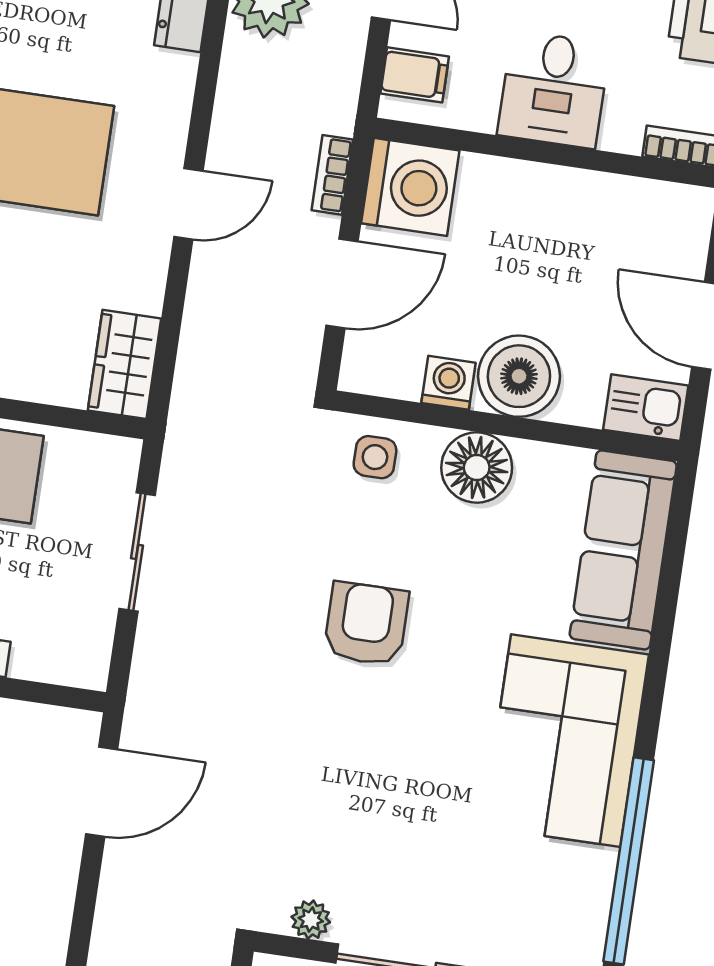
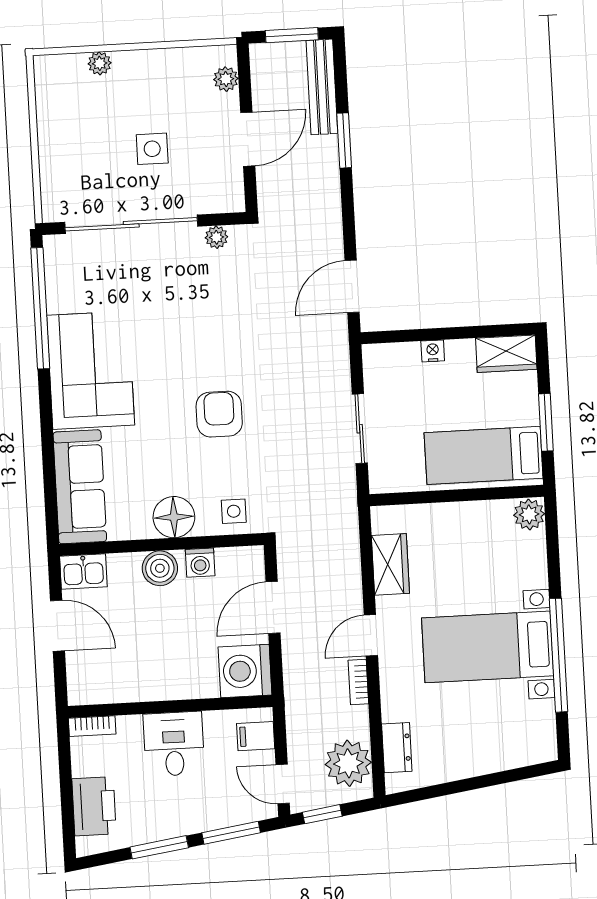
bookcase: (332, 175) -> (358, 682), moved, turned 180
wardrobe: (124, 364) -> (390, 564), moved
boiler: (519, 376) -> (160, 568), width x0.73, depth x0.73
armchair: (366, 624) -> (219, 414), turned 180

